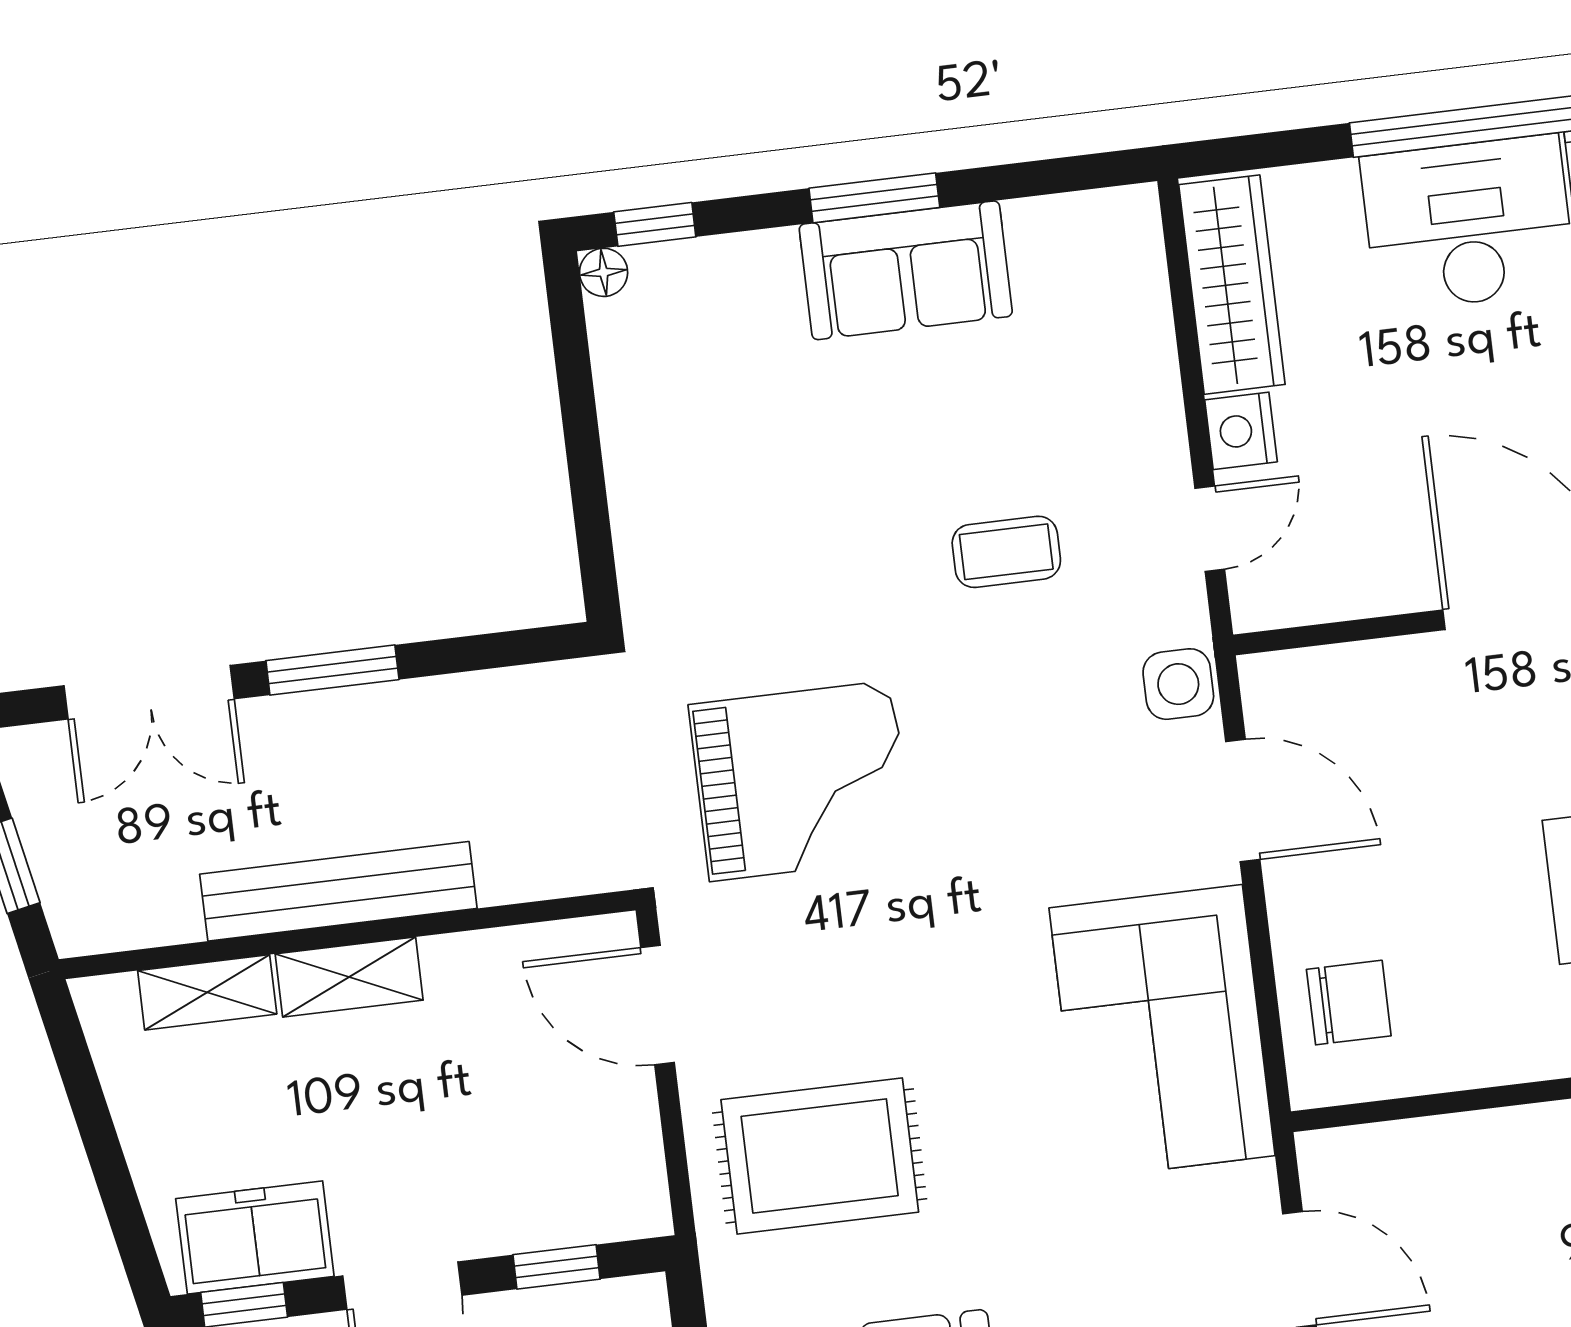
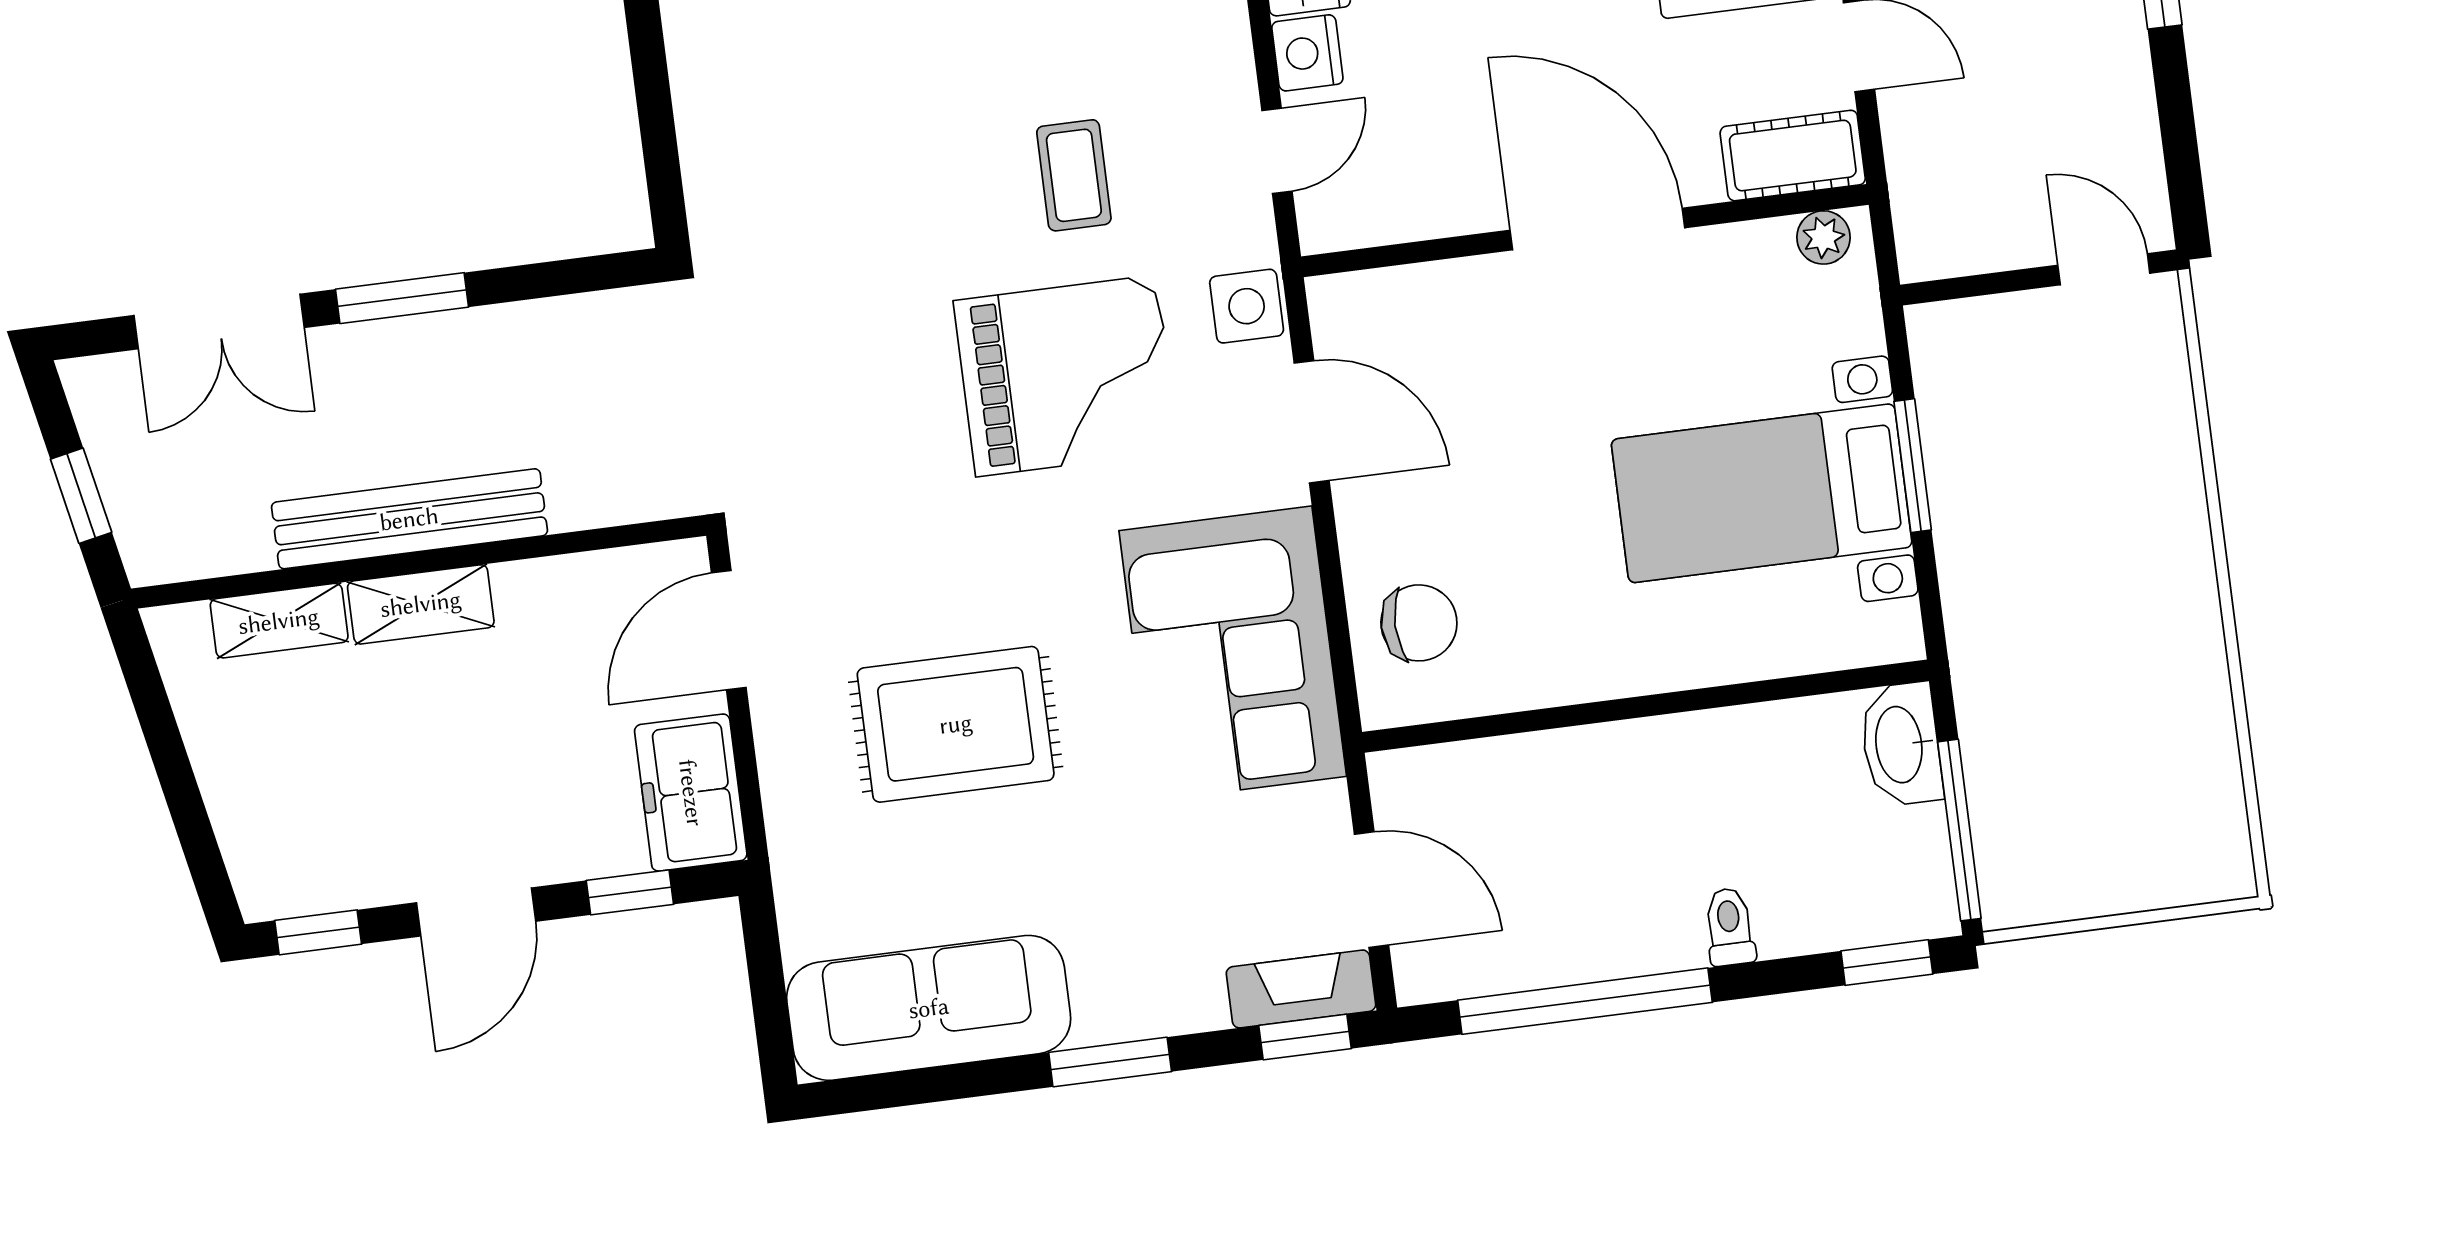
coffee table: (1006, 552) -> (1074, 175), turned 90
grand piano: (801, 781) -> (1066, 376), moved
door: (657, 1005) -> (729, 630), hinge flipped
rug: (820, 1156) -> (956, 724), moved
freezer: (255, 1237) -> (691, 793), moved, turned -90

